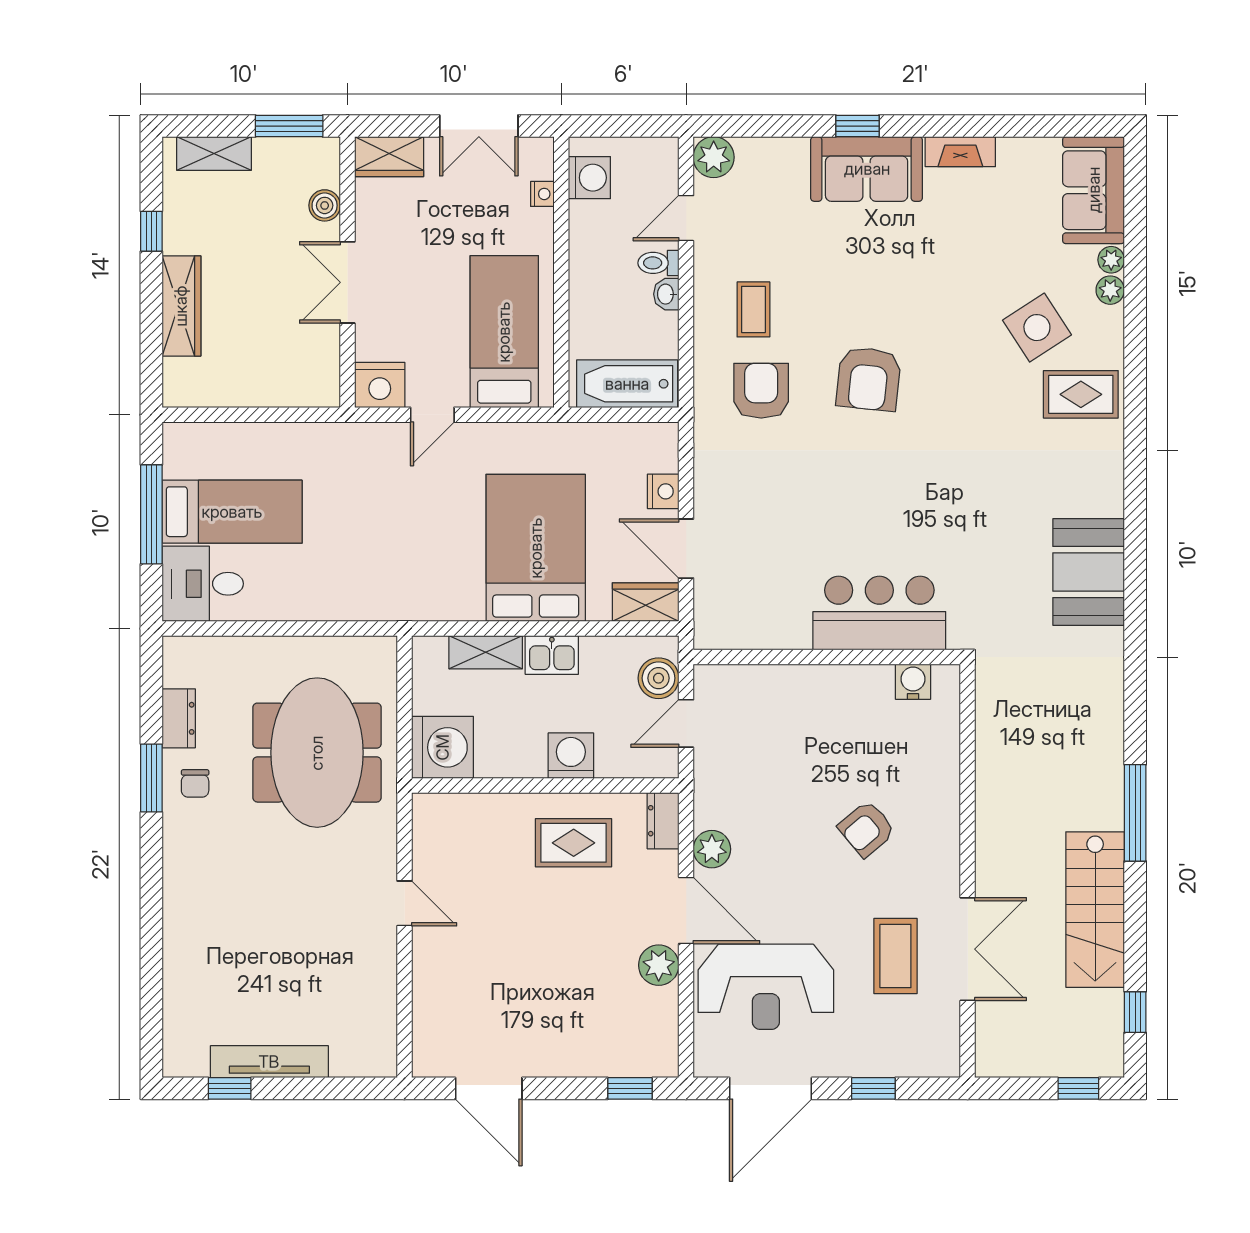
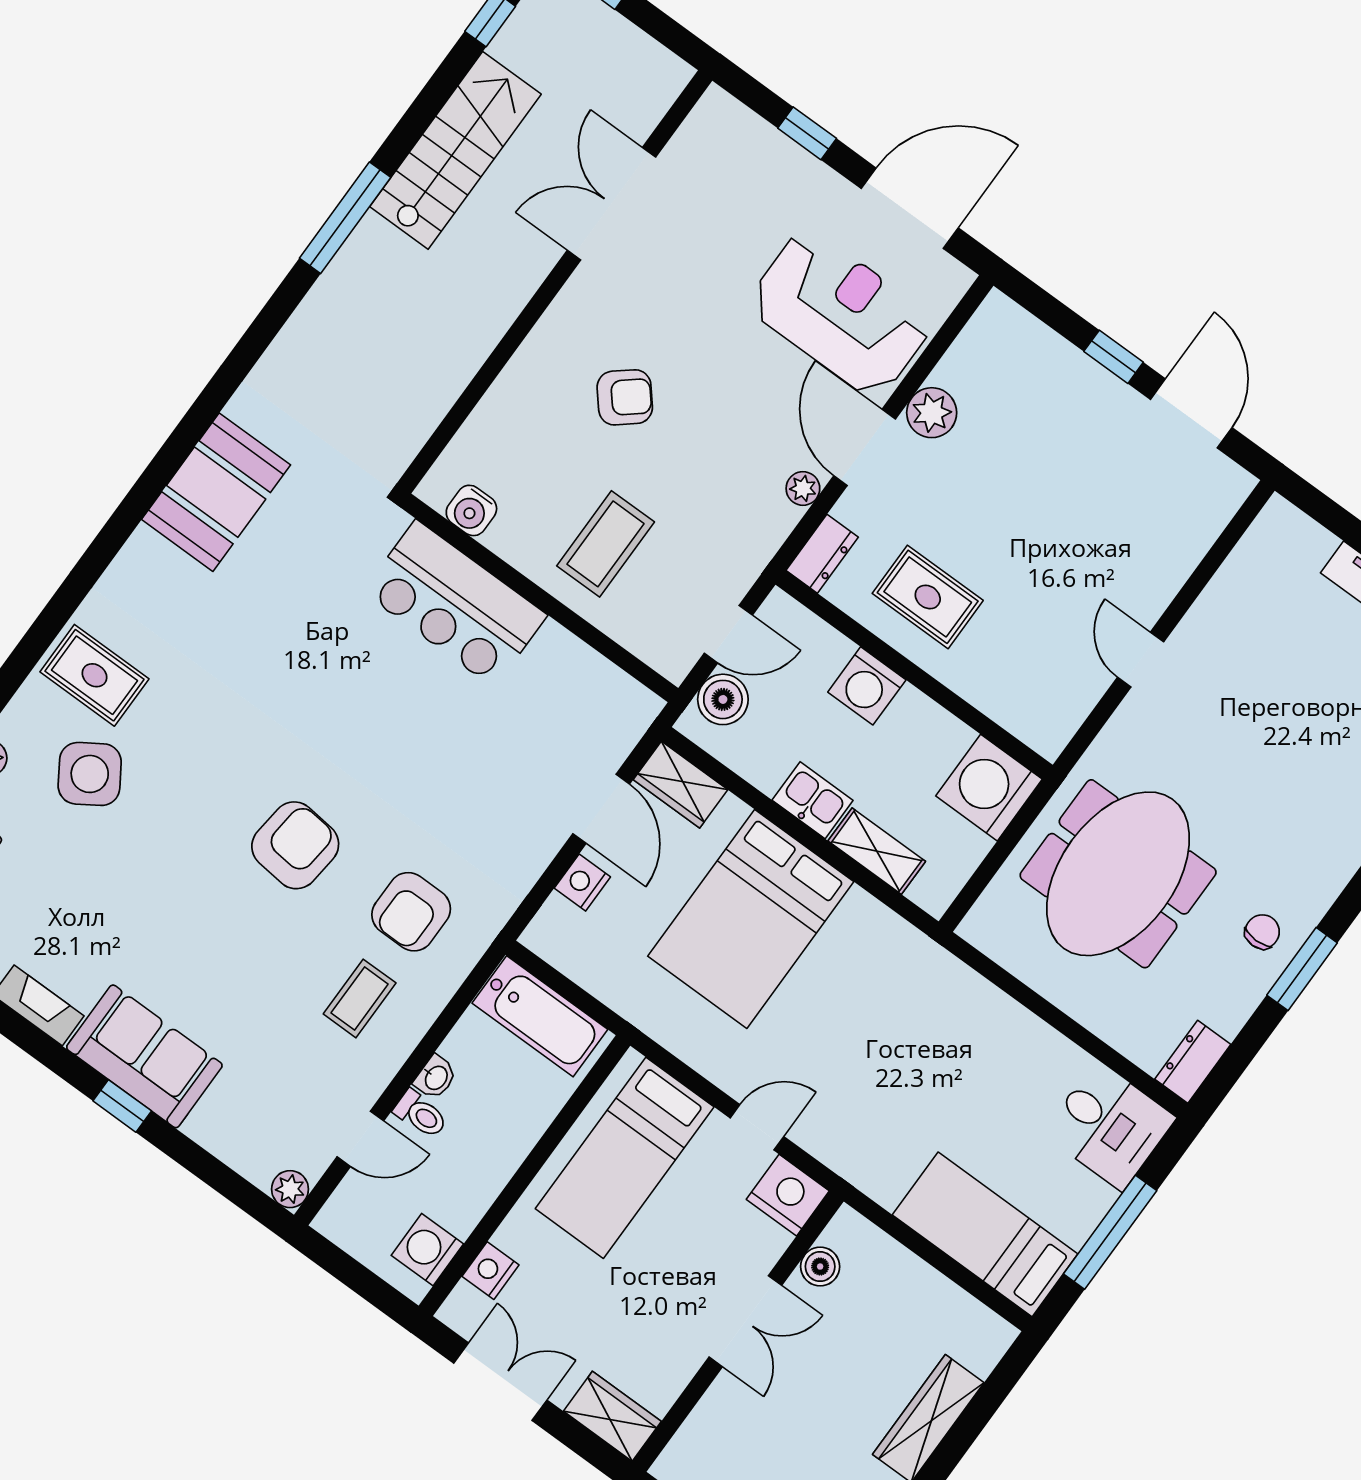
plant: (714, 157) -> (290, 1189), width x0.73, depth x0.73
nightstand: (542, 194) -> (490, 1271), width x1.39, depth x1.35
boiler: (325, 205) -> (820, 1267), moved
bed: (232, 512) -> (985, 1234), moved
dresser: (179, 718) -> (1193, 1062), moved
plant: (712, 849) -> (803, 488), width x0.73, depth x0.73
coffee table: (895, 956) -> (606, 544), moved
window: (630, 1088) -> (1114, 357), moved

